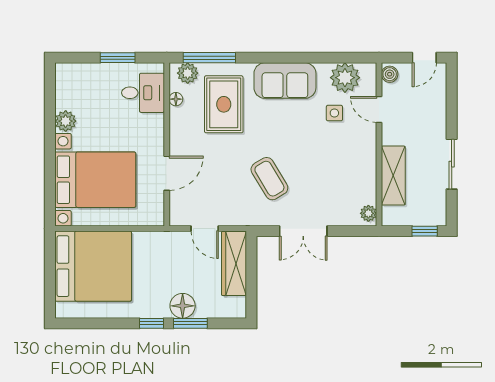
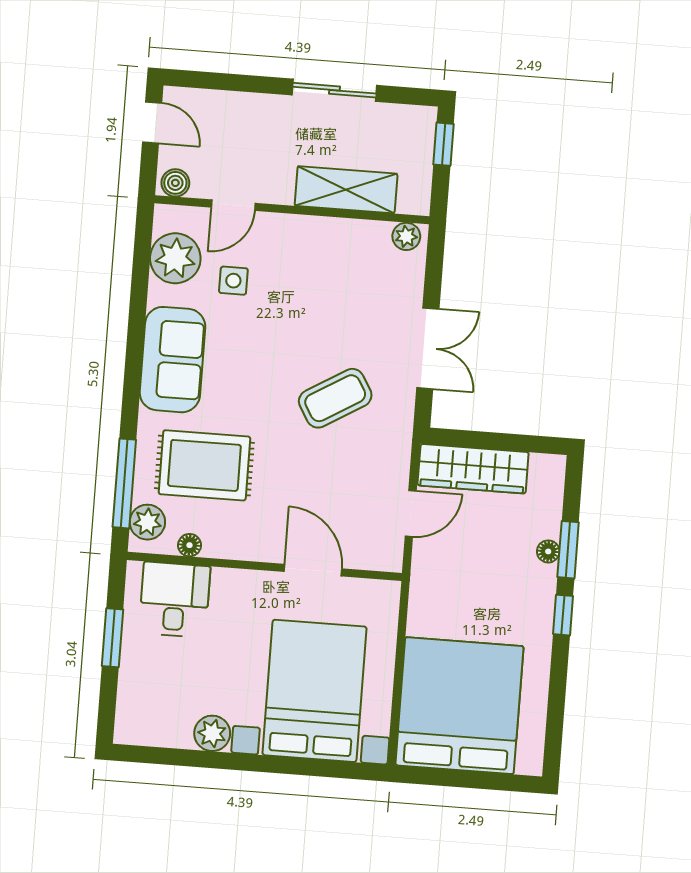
floor lamp: (183, 306) -> (548, 551), width x0.53, depth x0.53

